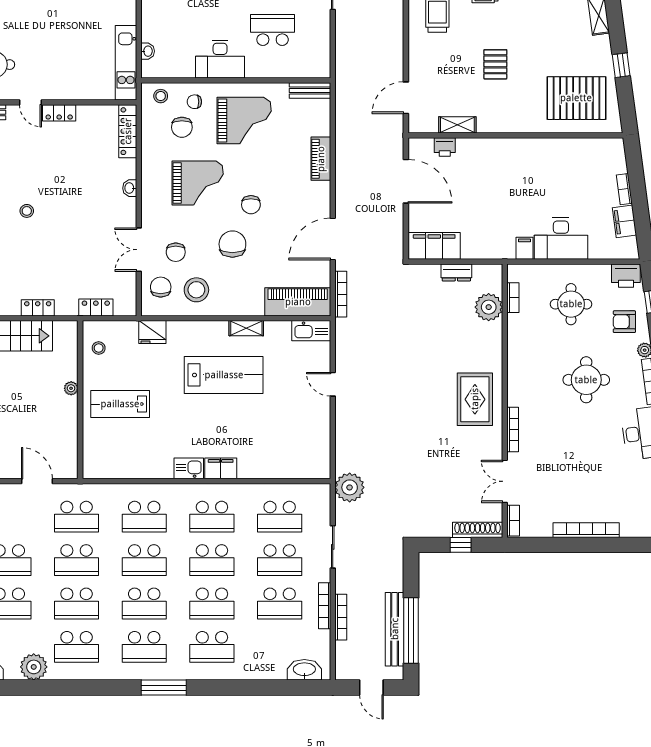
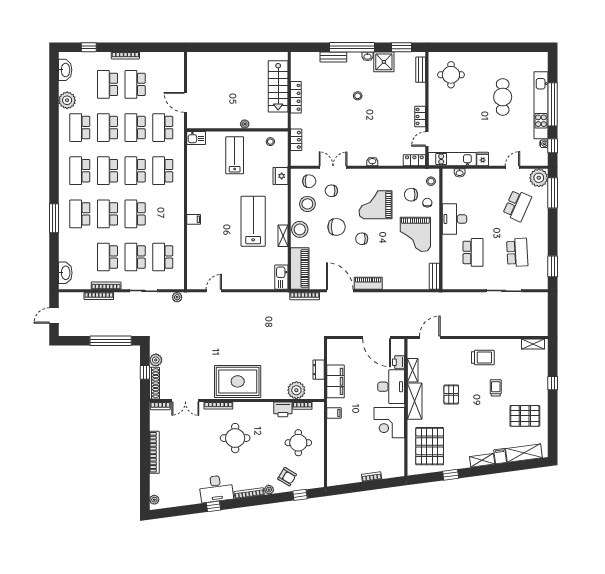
fridge: (126, 15) -> (483, 159), added
pallet: (495, 64) -> (451, 394), turned 90
door: (406, 98) -> (430, 337), hinge flipped
door: (30, 102) -> (427, 139), moved
shelving: (506, 122) -> (415, 401), added
locker: (128, 131) -> (414, 160), width x0.66
piano: (321, 159) -> (368, 283), moved
corner desk: (540, 161) -> (389, 423), added
door: (406, 181) -> (377, 337), hinge flipped
grand piano: (198, 183) -> (375, 205), turned 90
filing cabinet: (624, 221) -> (351, 477), removed
desk: (561, 238) -> (391, 387), moved, turned 180
filing cabinet: (434, 246) -> (335, 381), moved
printer: (626, 276) -> (283, 409), moved, turned -90
stool: (236, 302) -> (300, 229), added
locker: (38, 308) -> (296, 97), width x1.53
armchair: (624, 322) -> (287, 477), turned 121
lab bench: (224, 375) -> (253, 221), turned 180
round table: (586, 380) -> (235, 438), moved
door: (333, 384) -> (214, 291), moved
rug: (475, 399) -> (238, 381), width x1.37, depth x1.44
kitchen sink: (189, 468) -> (196, 138), moved, turned 90
filing cabinet: (221, 468) -> (194, 219), width x0.50
door: (37, 481) -> (185, 102), swing flipped
double door: (505, 481) -> (185, 400), swing flipped
plant: (350, 487) -> (177, 297), width x0.53, depth x0.53
school desk: (212, 517) -> (163, 214), removed
plant: (441, 528) -> (156, 360), added
bench: (395, 629) -> (91, 330), removed
window: (411, 630) -> (111, 341), moved
window: (164, 688) -> (54, 218), moved

